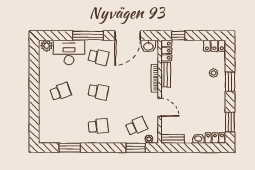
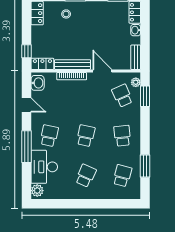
door: (127, 36) -> (26, 105), width x0.53
bench: (166, 75) -> (73, 65), width x1.36
school desk: (61, 92) -> (86, 176), turned 45
door: (160, 107) -> (102, 71), hinge flipped
school desk: (61, 126) -> (122, 176), added

